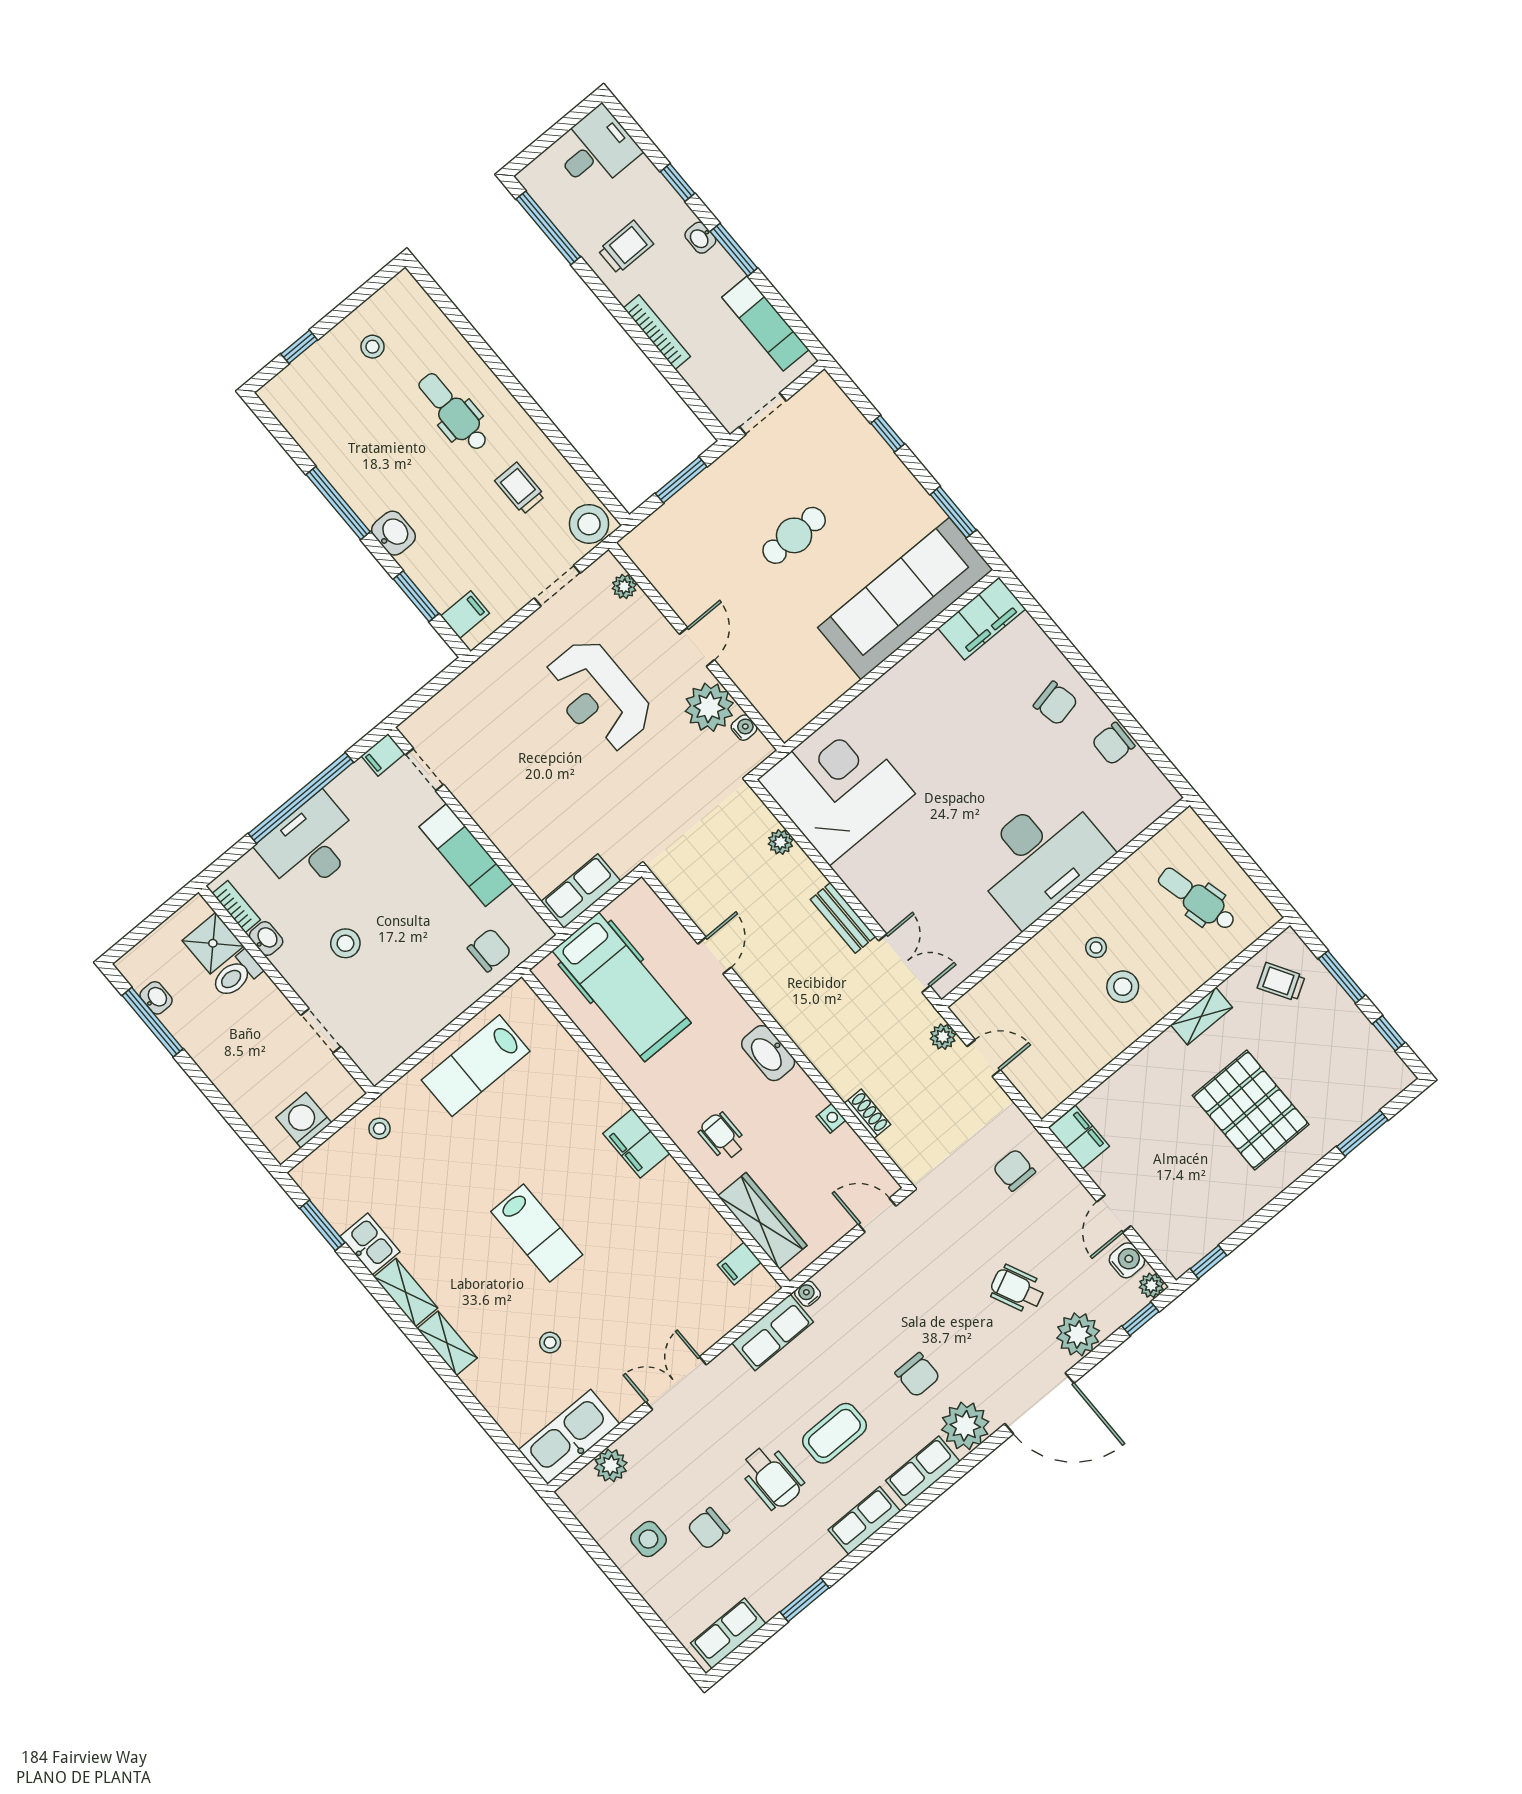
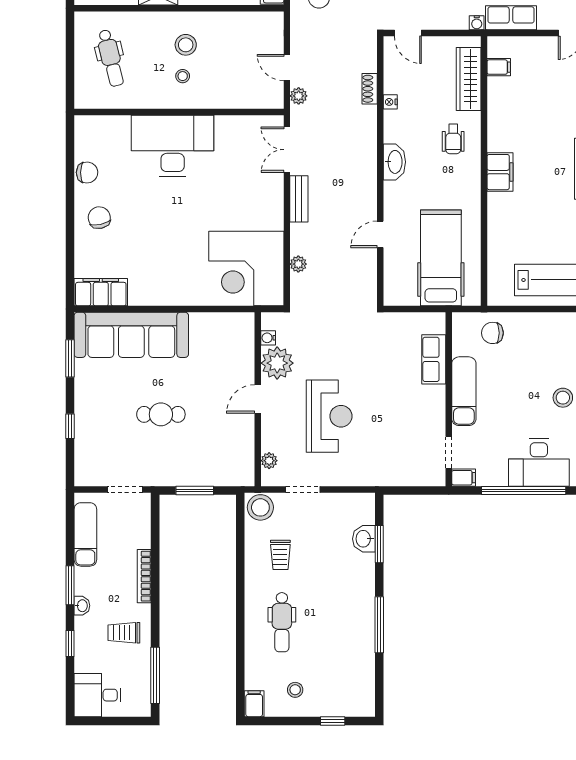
washbasin: (394, 533) -> (364, 539), moved
filing cabinet: (465, 615) -> (254, 704), moved, turned 90
row of seats: (581, 891) -> (434, 359), moved, turned 90

